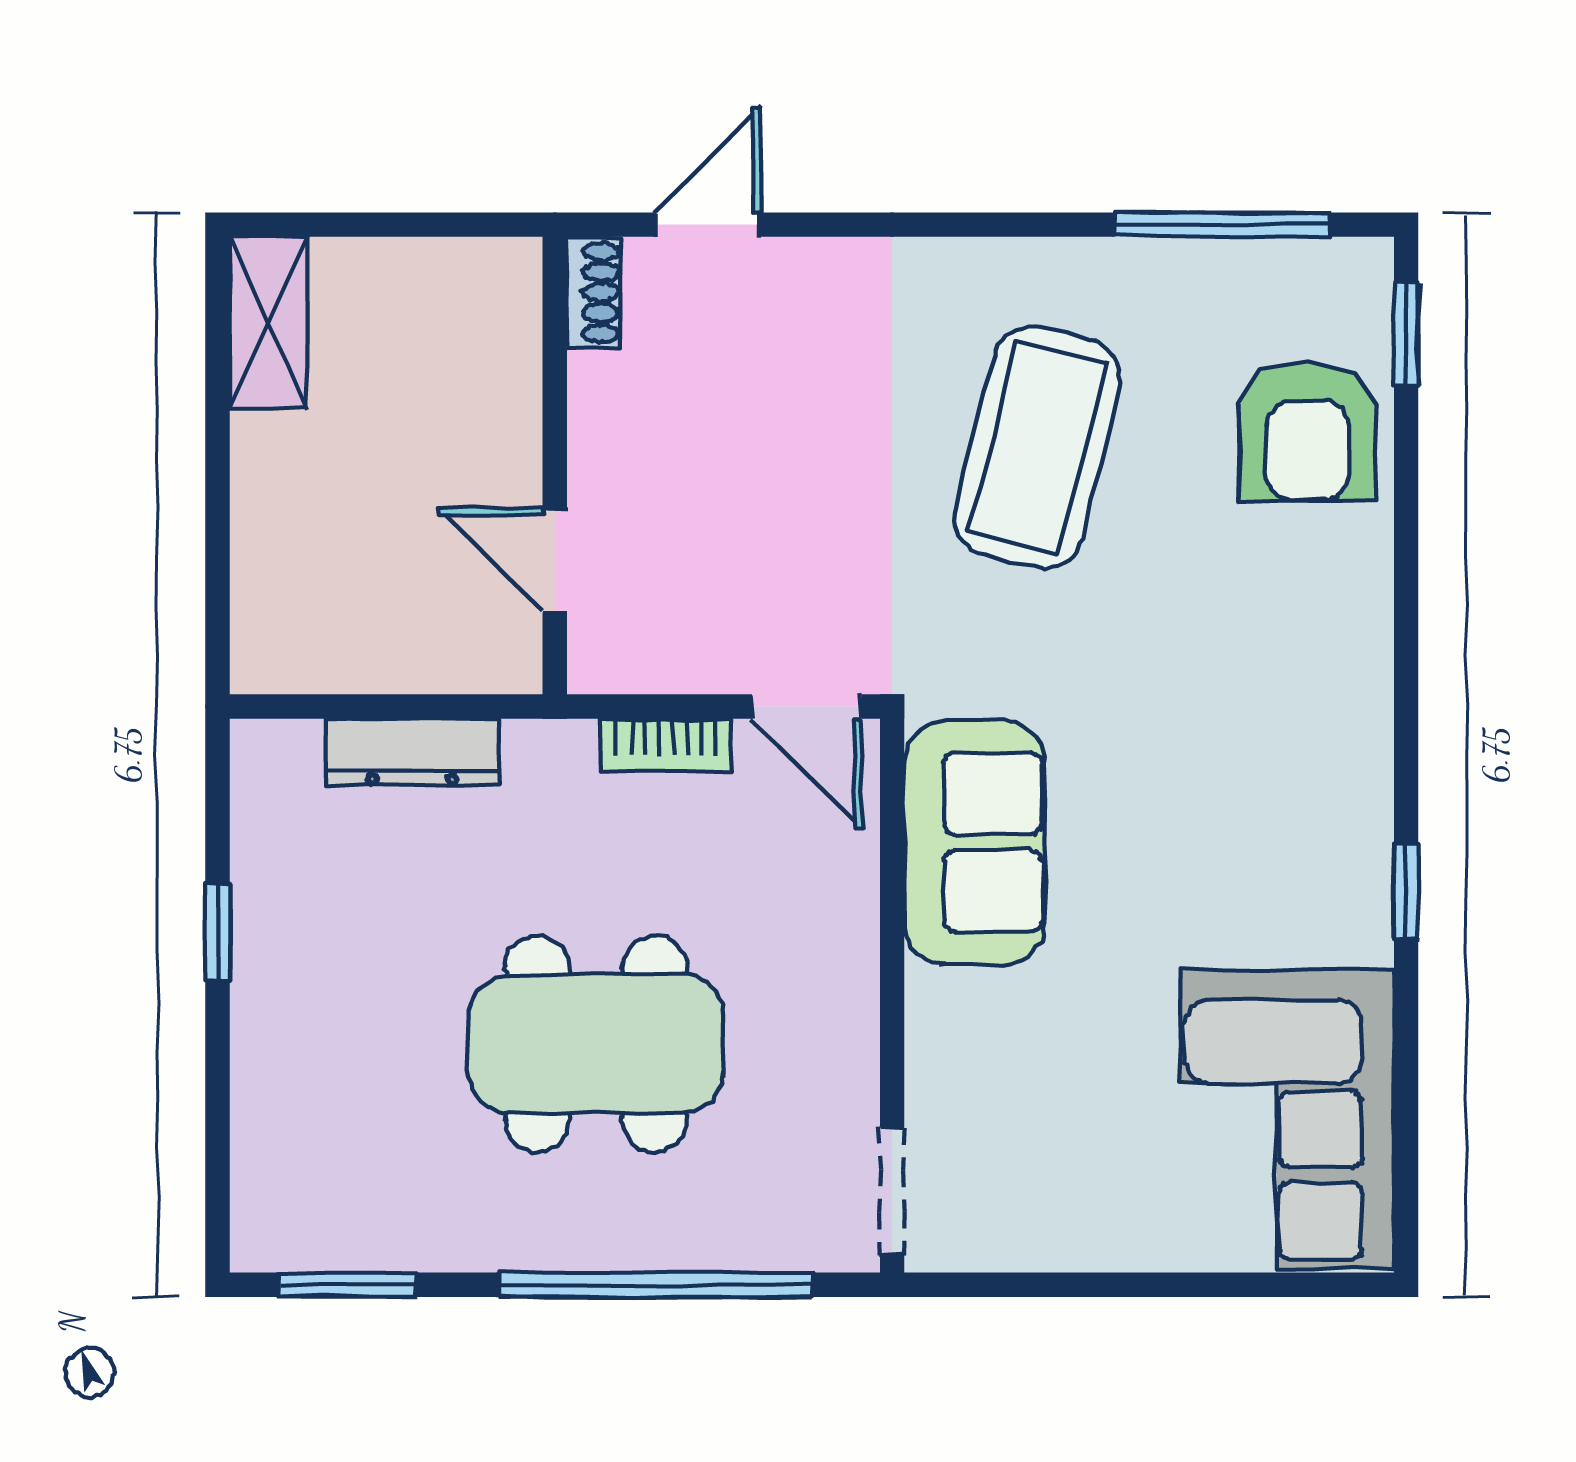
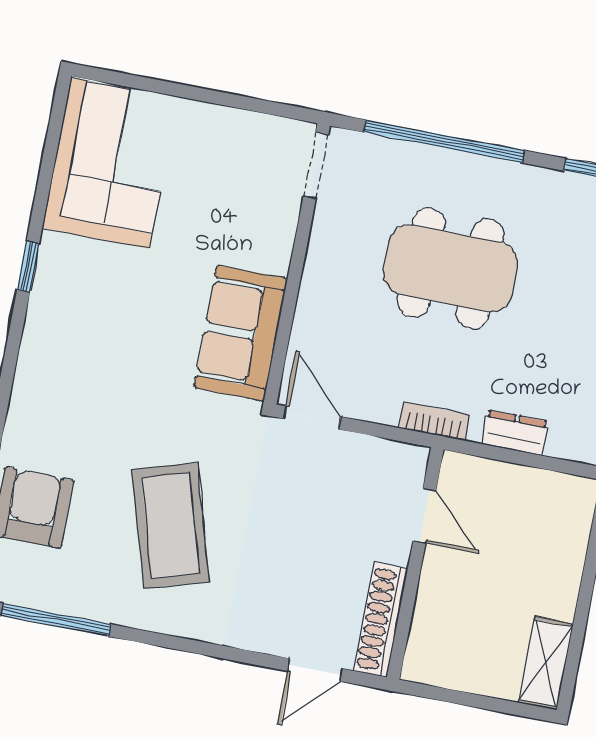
shoe rack: (594, 292) -> (381, 620), width x1.94, depth x1.24
coffee table: (1038, 447) -> (171, 526), turned -31
bookcase: (666, 745) -> (434, 421), moved
dresser: (412, 753) -> (515, 433), width x0.70

